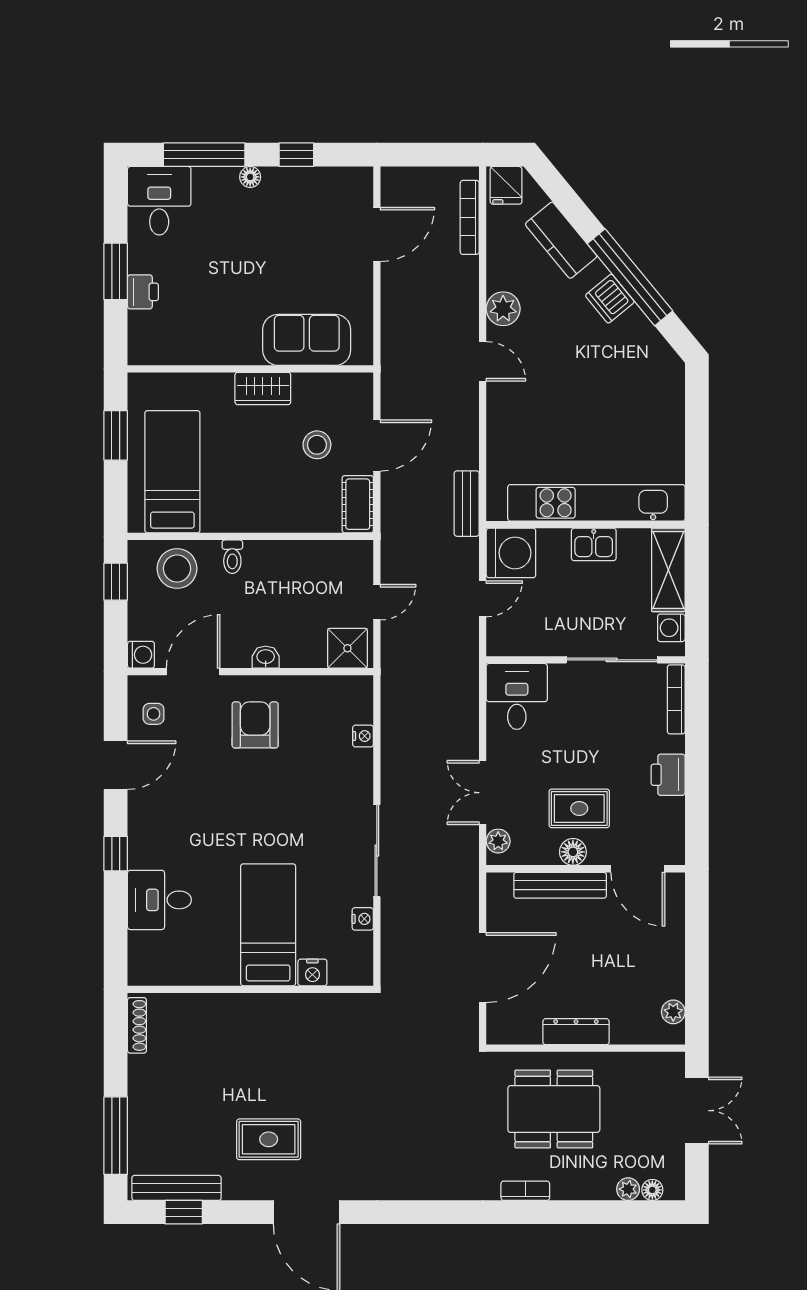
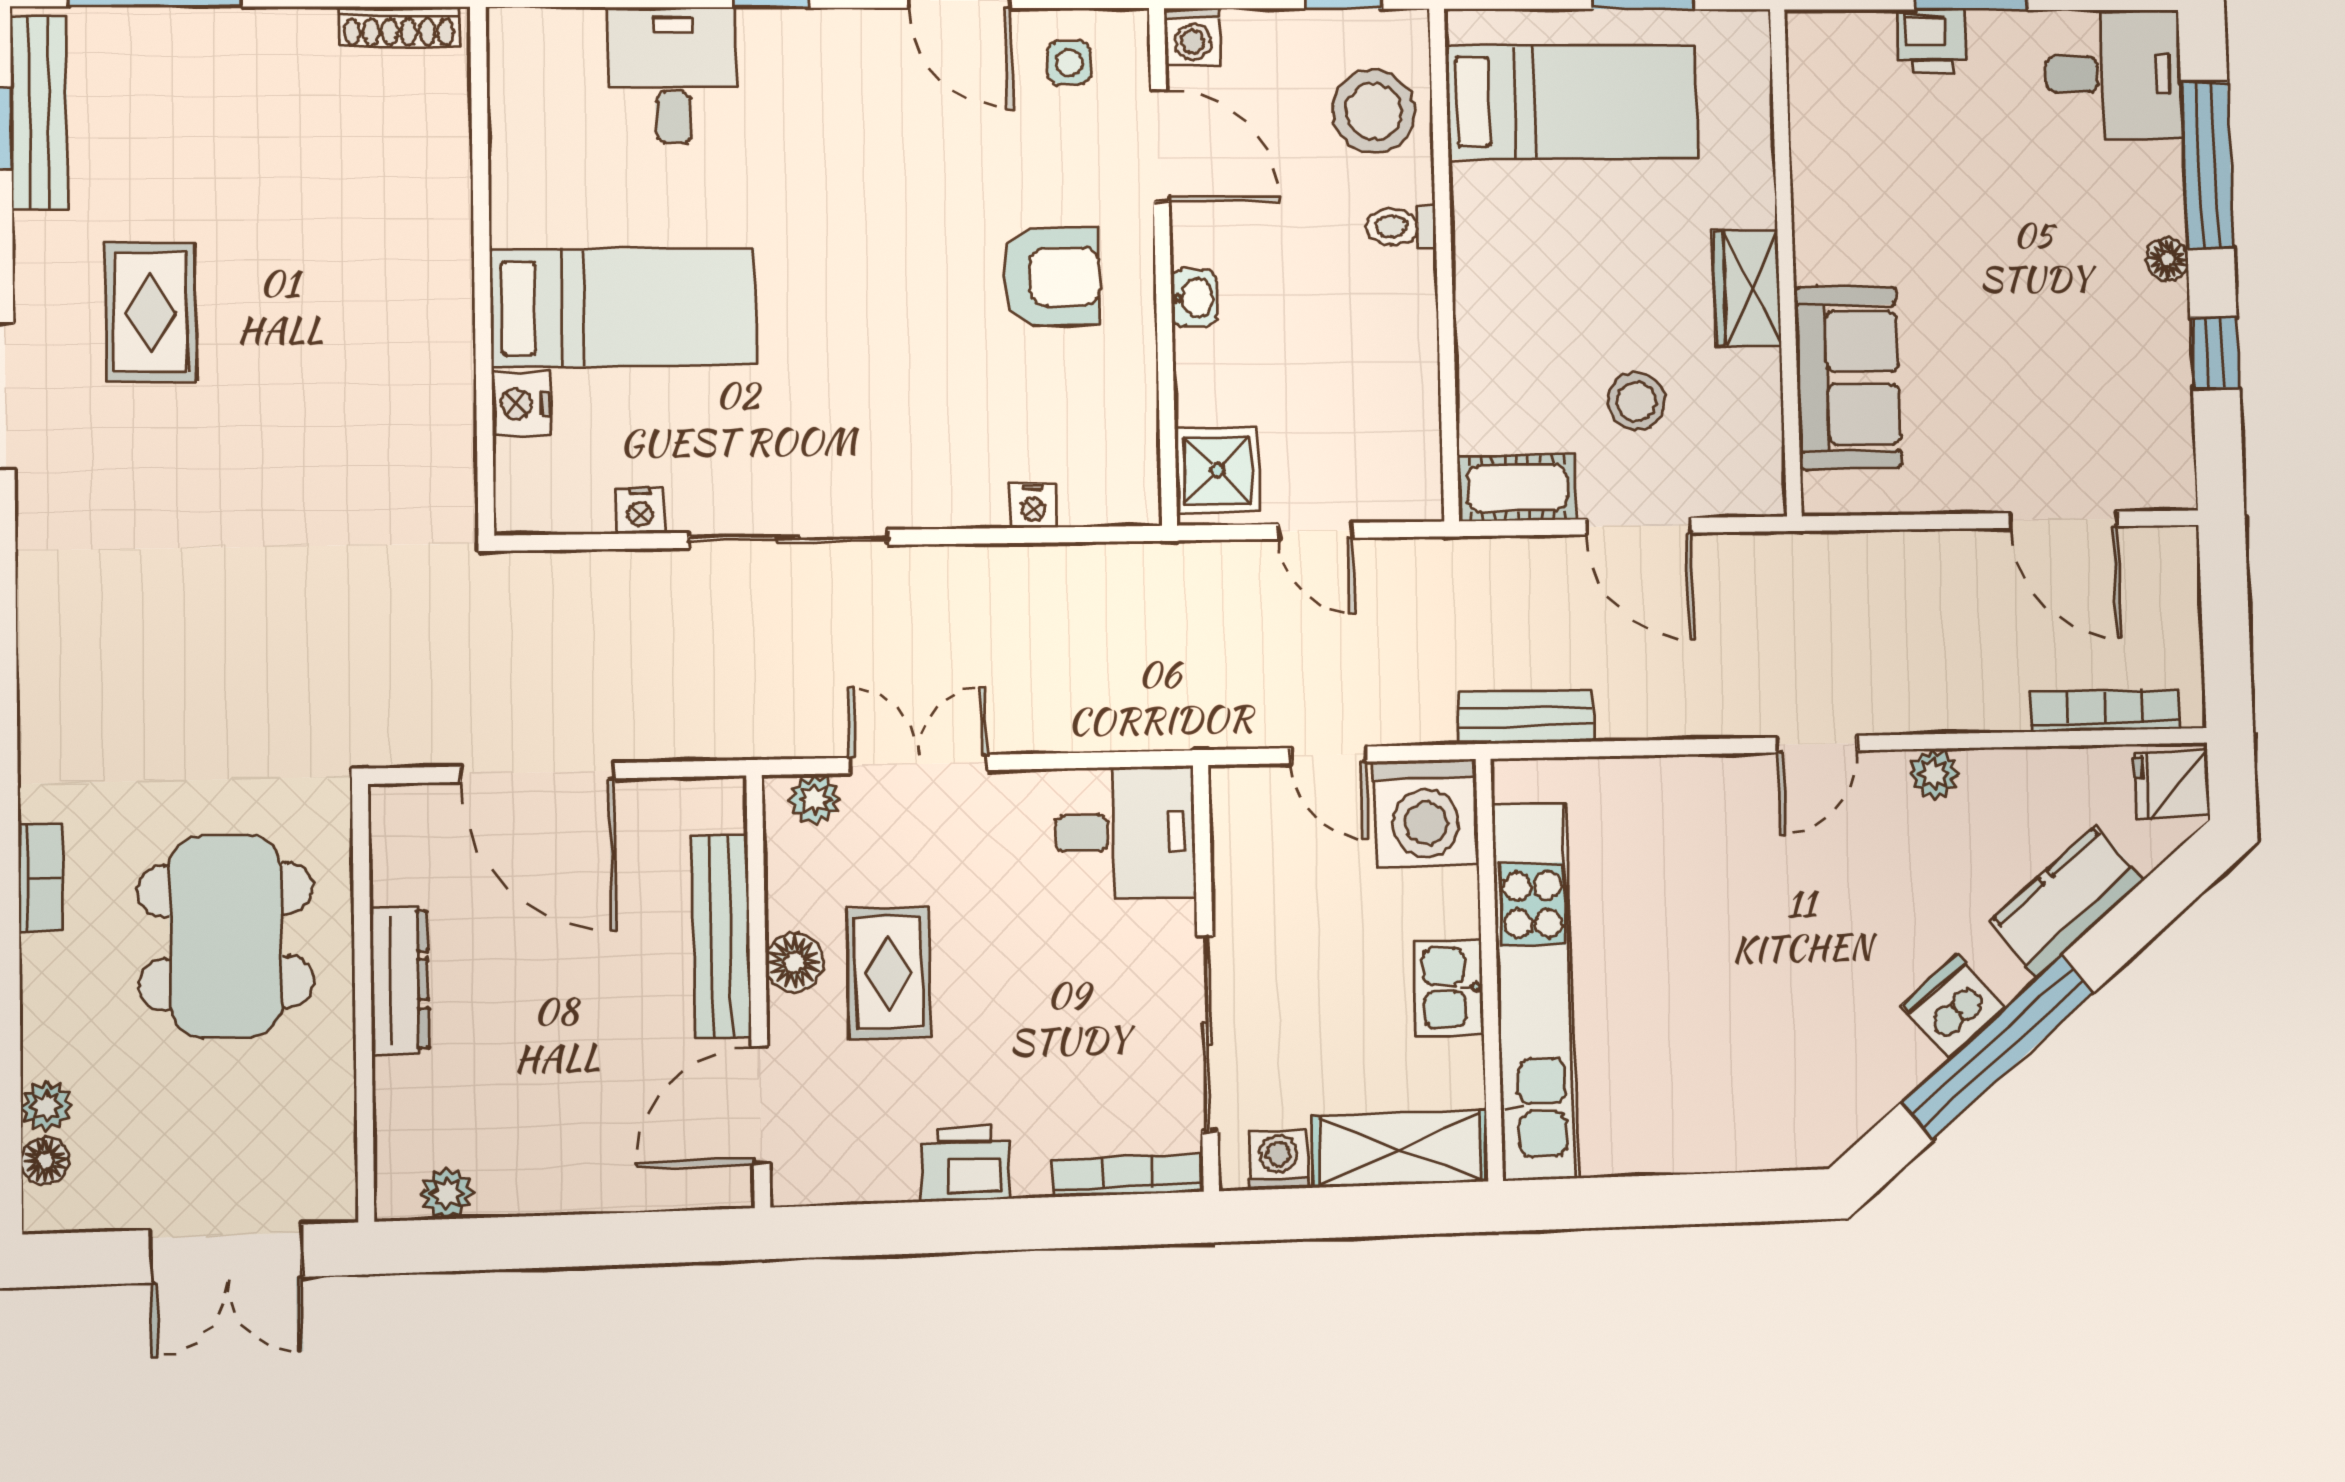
plant: (503, 309) -> (1934, 774), width x0.73, depth x0.73

